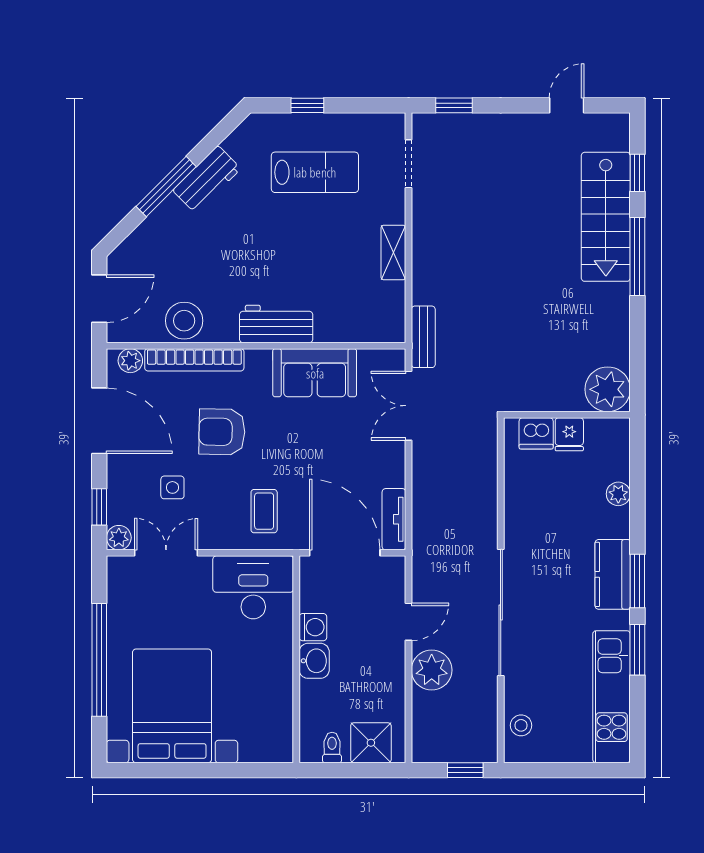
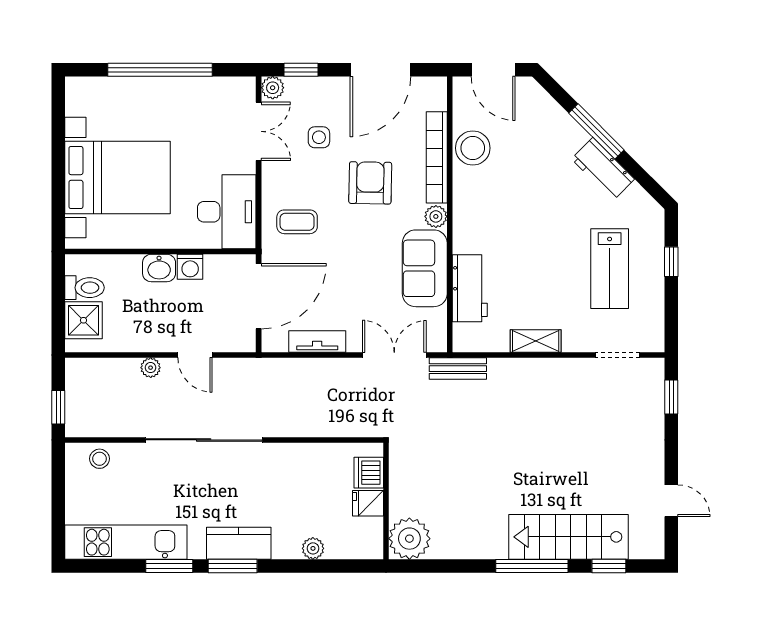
workbench: (276, 324) -> (470, 288), moved
plant: (130, 361) -> (436, 216), moved
tv unit: (394, 519) -> (317, 342), moved
plant: (432, 670) -> (151, 368), width x0.53, depth x0.53
bed with nightstands: (172, 706) -> (117, 177), moved
toilet: (332, 748) -> (85, 288), width x1.37, depth x1.39

